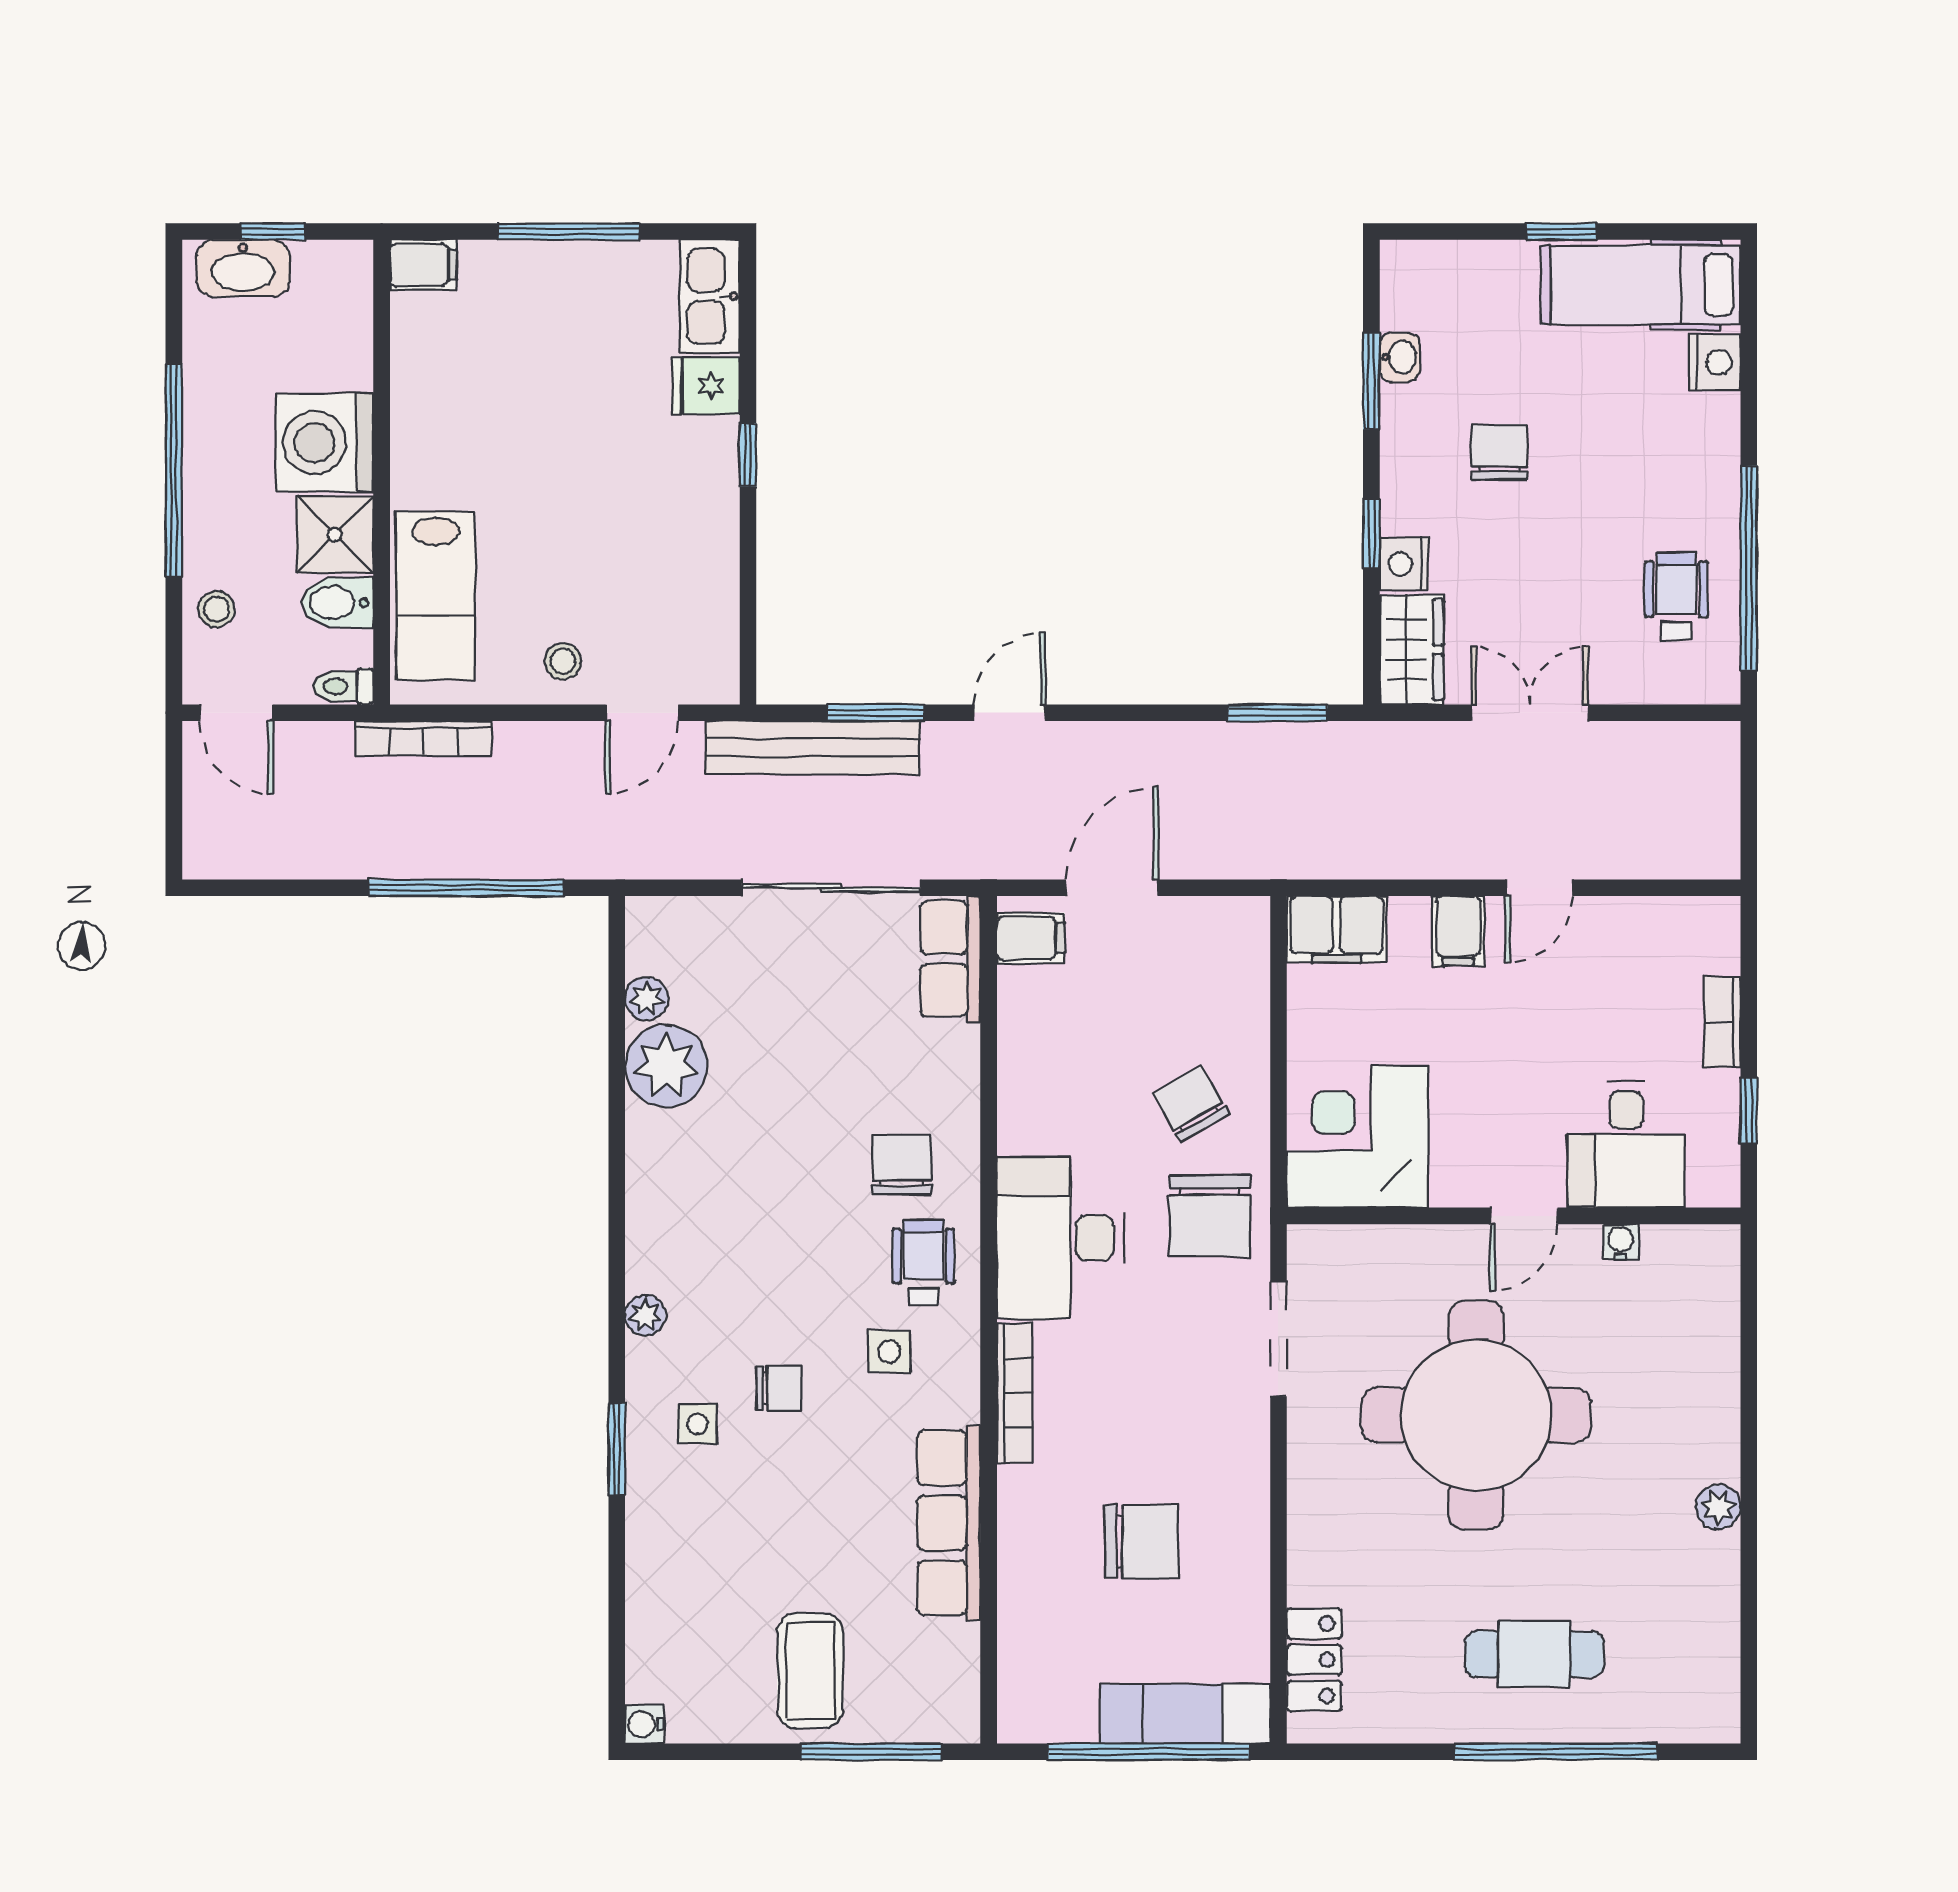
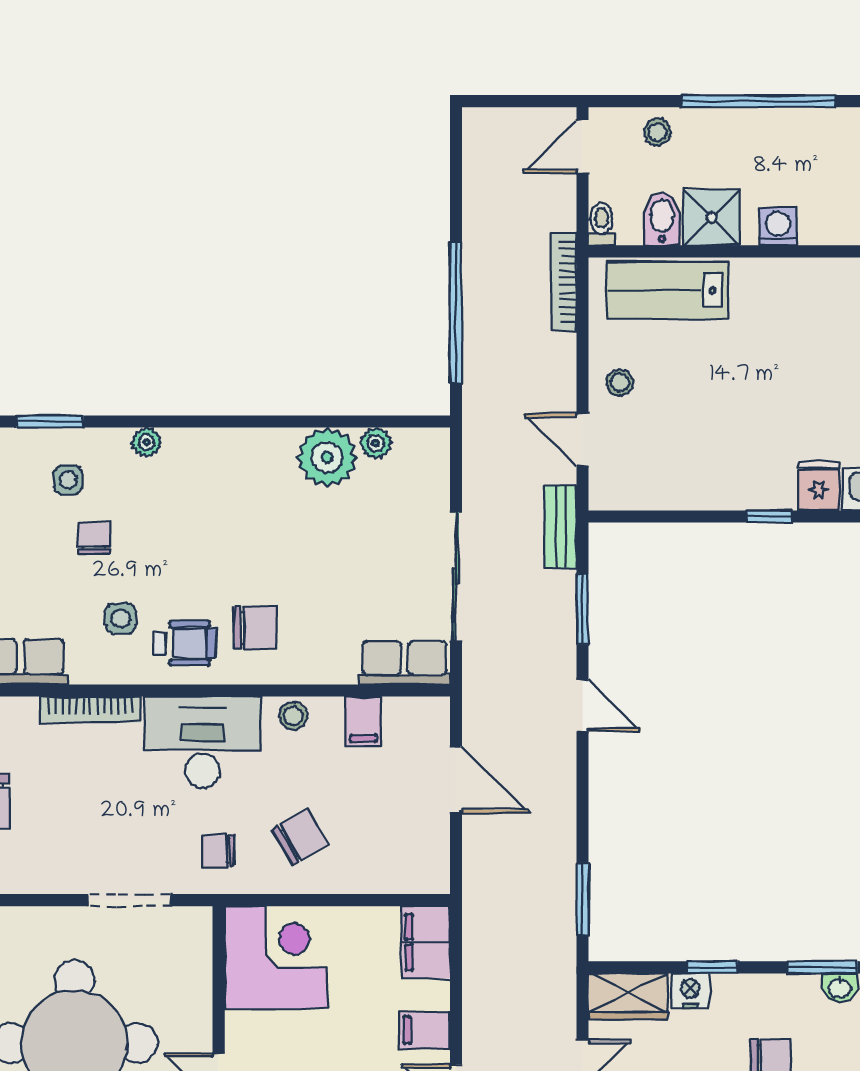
washing machine: (324, 443) -> (778, 227), width x0.53, depth x0.53
bench: (812, 748) -> (561, 527), width x0.54, depth x0.82
filing cabinet: (1031, 938) -> (363, 721), moved
stool: (1024, 1112) -> (293, 716), added
chair: (1210, 1216) -> (219, 850), width x0.54, depth x0.54
chair: (778, 1388) -> (94, 538), turned 180

